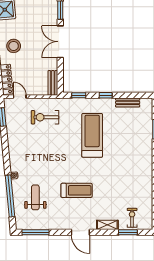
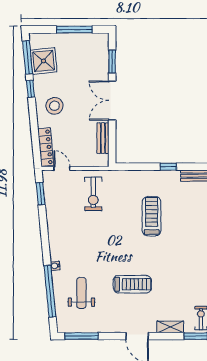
bench: (53, 83) -> (103, 138), moved
window: (79, 95) -> (135, 167), removed
exercise bike: (45, 117) -> (93, 194), turned -90
treadmill: (92, 135) -> (152, 216), width x0.73, depth x0.73

